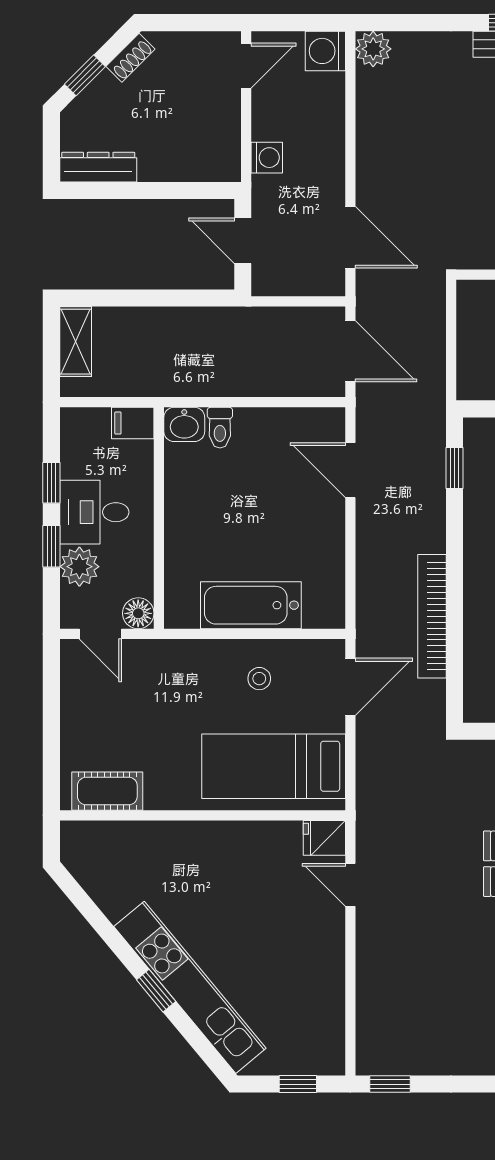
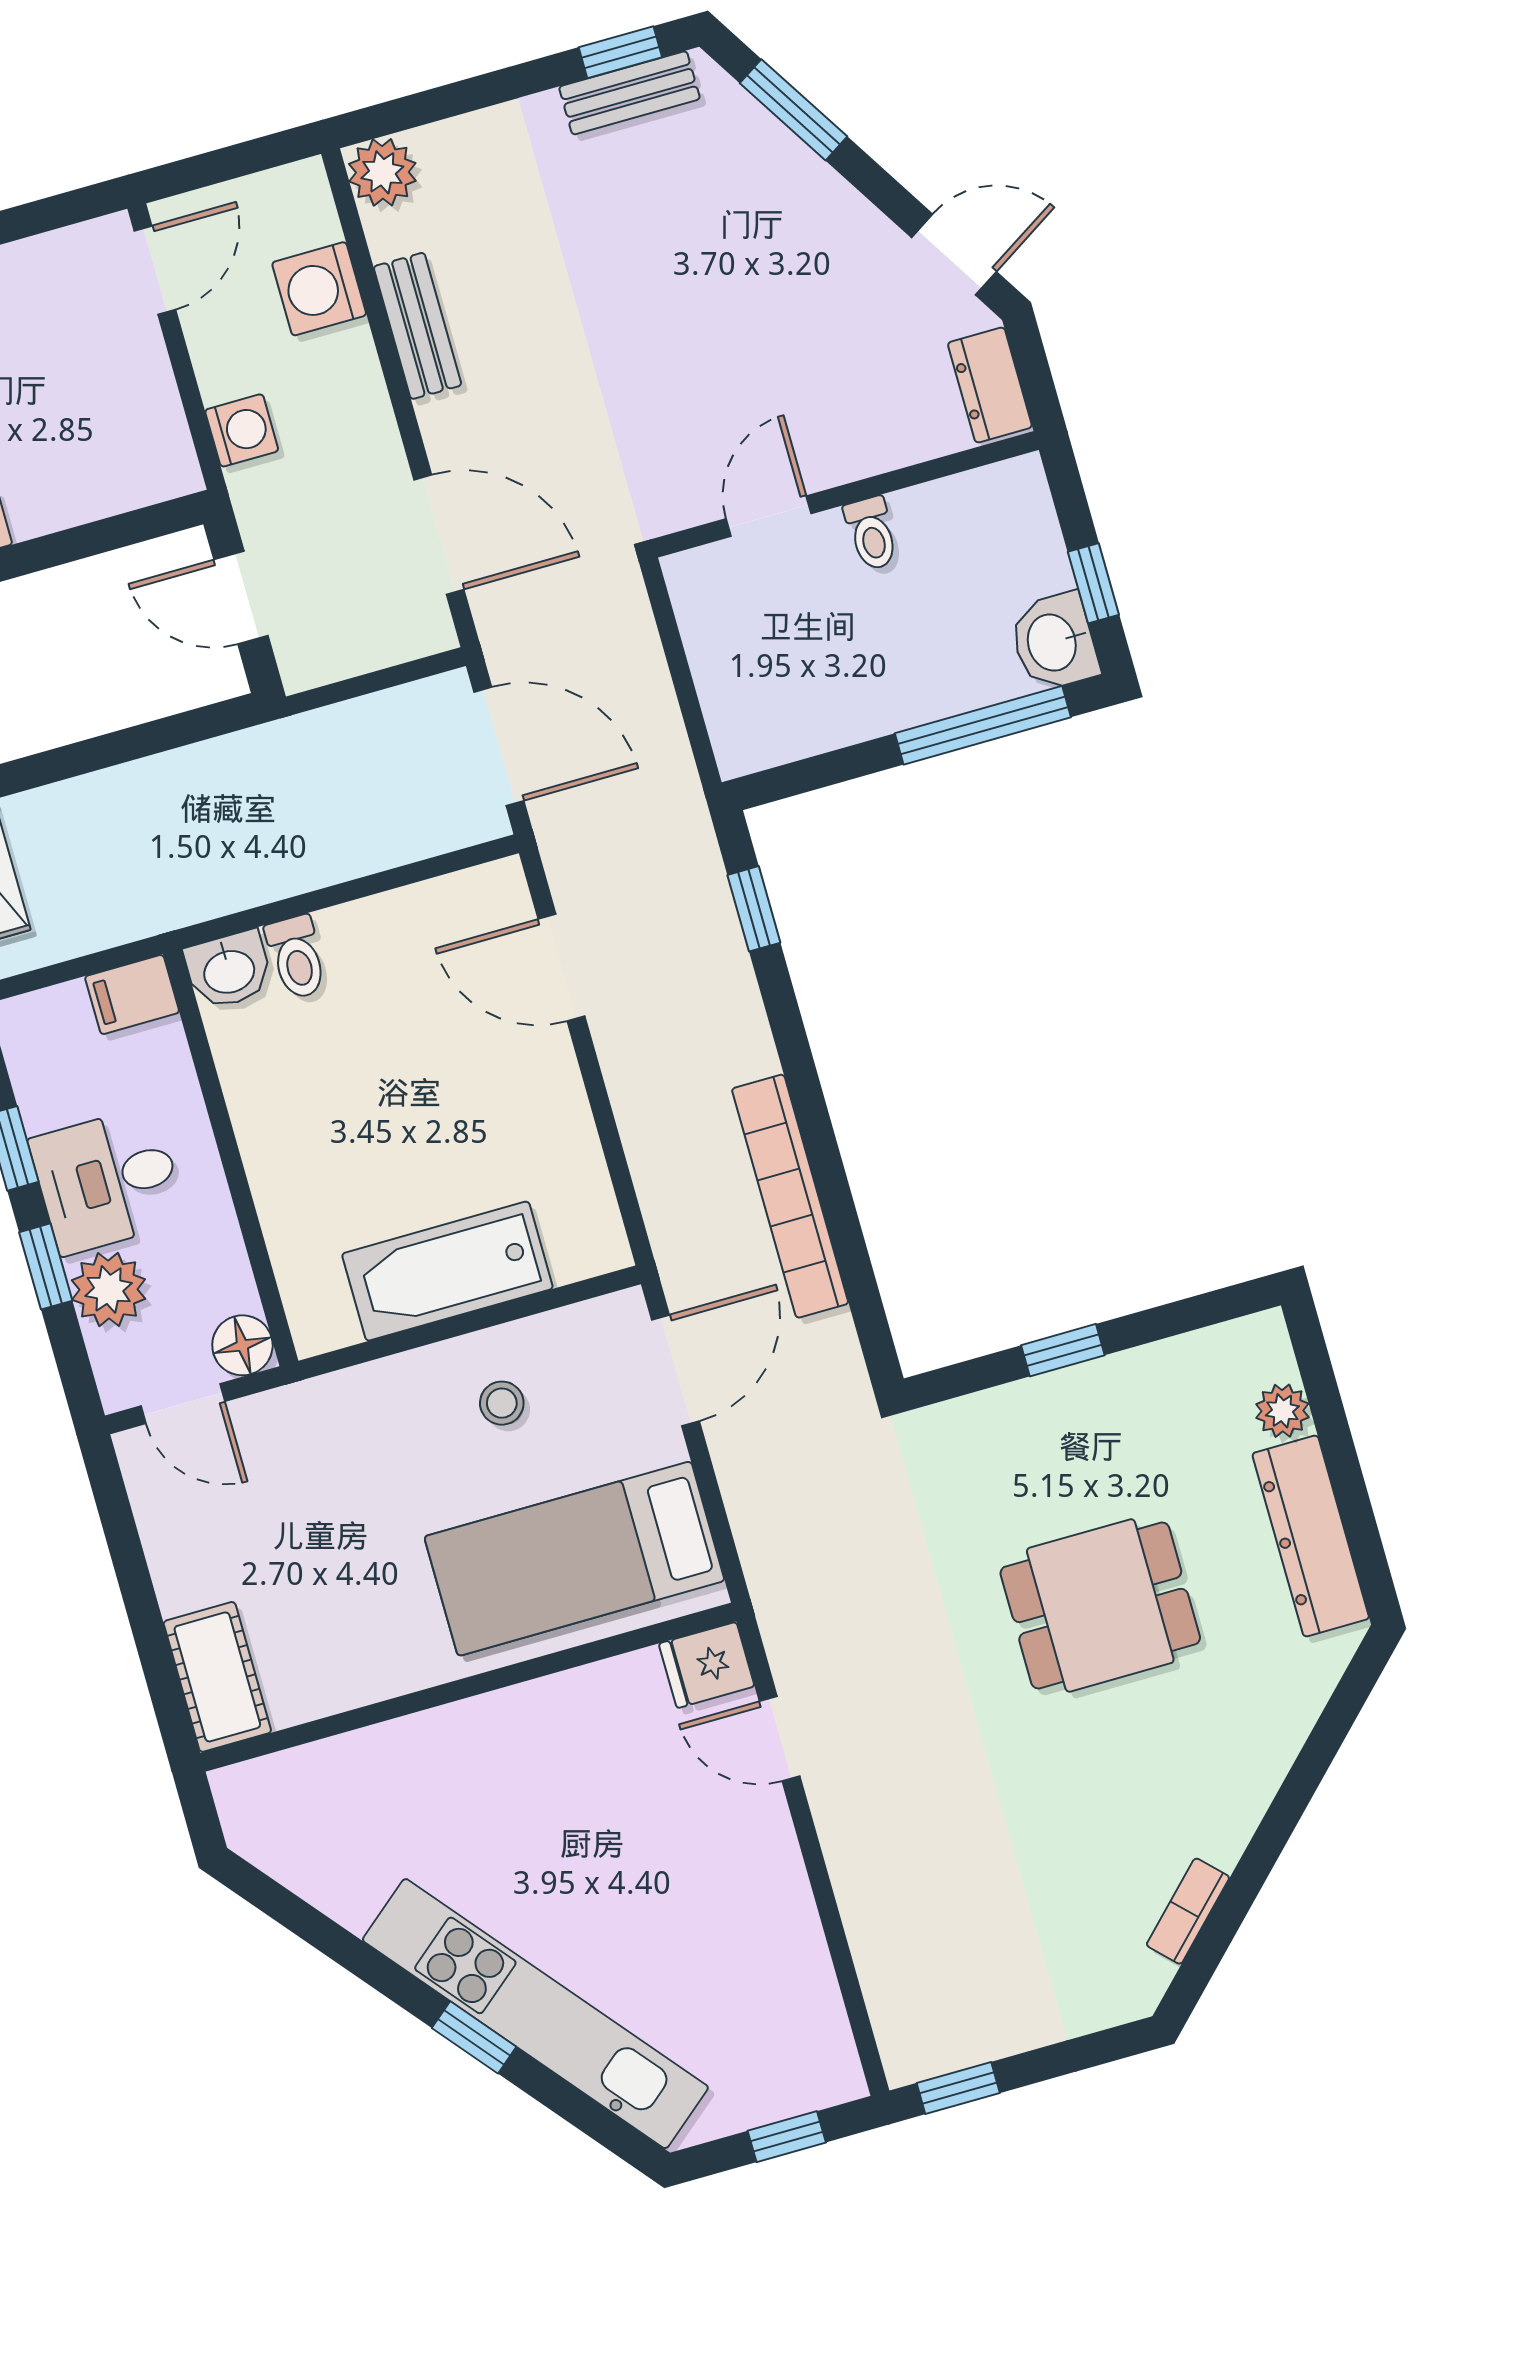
washing machine: (325, 51) -> (319, 289), moved
bench: (369, 130) -> (417, 326), added
cot: (107, 791) -> (217, 1677), moved, turned 90

